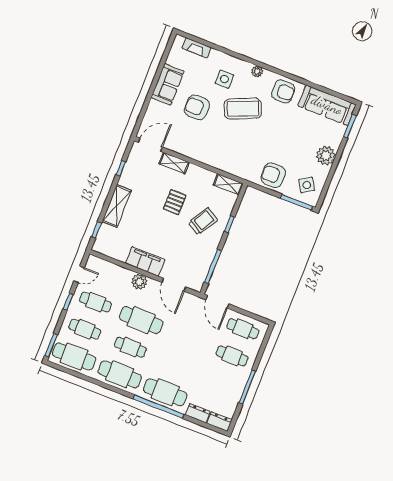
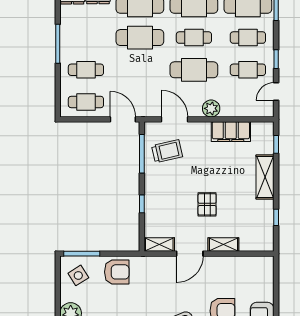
door: (150, 145) -> (190, 254), moved
trolley: (203, 221) -> (167, 151), moved, turned -134
filing cabinet: (145, 261) -> (231, 132), moved
cafe table: (176, 365) -> (140, 38), added

